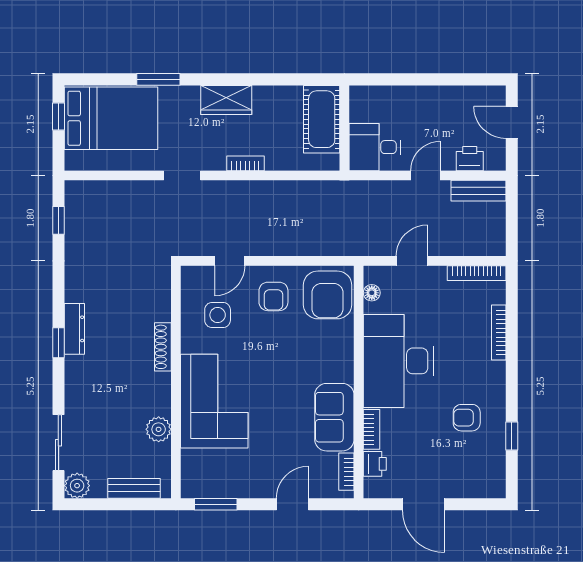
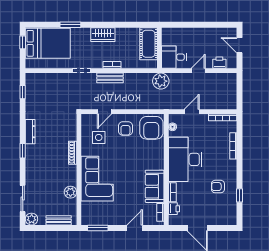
bench: (479, 191) -> (110, 78), moved
plant: (347, 197) -> (161, 81), added
dresser: (74, 329) -> (30, 132), moved

